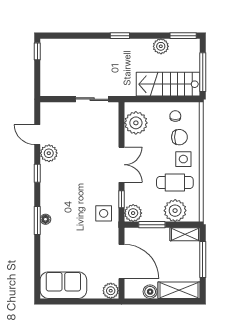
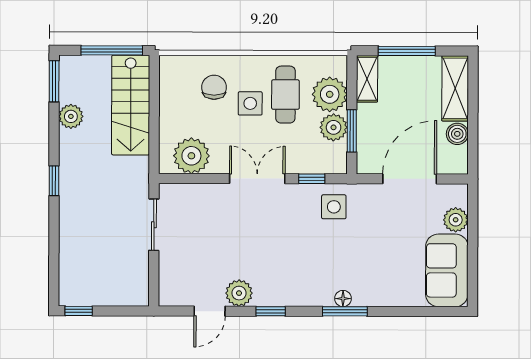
chair: (175, 116) -> (181, 94), removed
side table: (183, 159) -> (250, 103), moved
plant: (133, 213) -> (334, 127), moved
plant: (111, 291) -> (456, 220), moved

